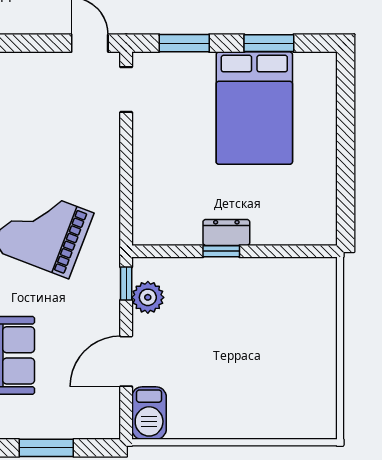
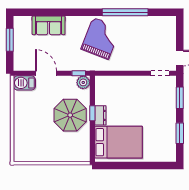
bed: (254, 108) -> (118, 142), moved, turned 180
plant: (148, 297) -> (83, 82), moved
parasol: (225, 304) -> (70, 115), added

